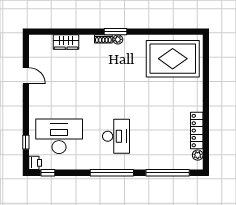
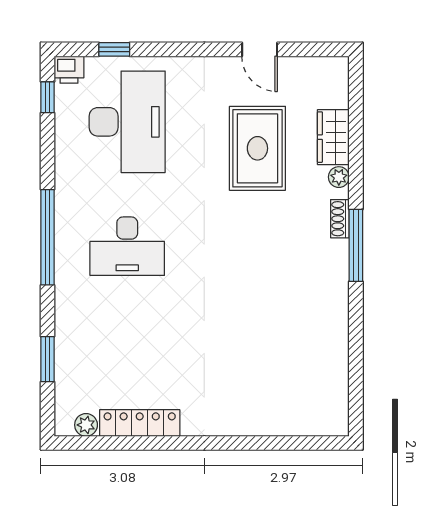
window: (116, 32) -> (356, 245), width x1.44
plant: (118, 39) -> (339, 177), moved
rug: (173, 59) -> (257, 148), moved, width x0.73, depth x0.69
door: (26, 76) -> (260, 49), hinge flipped
window: (168, 173) -> (47, 359), width x0.47

